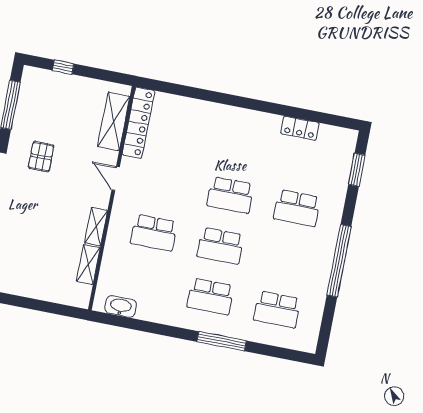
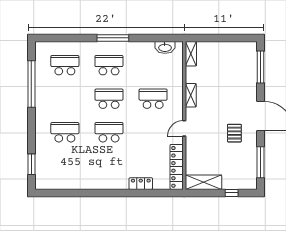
shelving: (114, 121) -> (203, 182), moved, turned 90
locker: (300, 128) -> (141, 184), moved
door: (116, 179) -> (184, 128), swing flipped
window: (339, 261) -> (31, 84), moved
shelving: (88, 265) -> (191, 54), moved
window: (222, 341) -> (113, 38), moved

